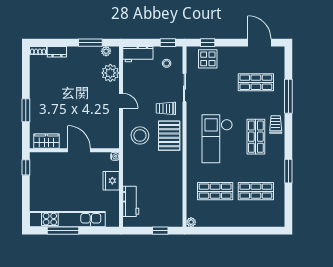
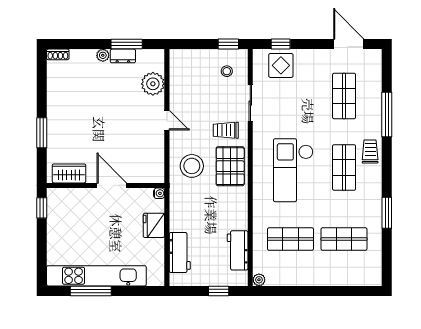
plant: (106, 51) -> (103, 55), moved
dresser: (57, 52) -> (123, 56), moved
workbench: (138, 54) -> (238, 250), moved, turned 90
shop shelf: (256, 82) -> (344, 96), turned 90

